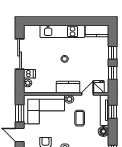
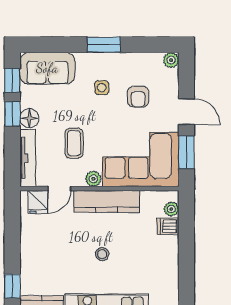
window: (113, 53) -> (12, 286), moved
sliding door: (20, 54) -> (186, 263), removed
window: (113, 73) -> (12, 228), removed
kitchen counter: (68, 87) -> (107, 201), width x1.50
window: (113, 112) -> (12, 114), moved

